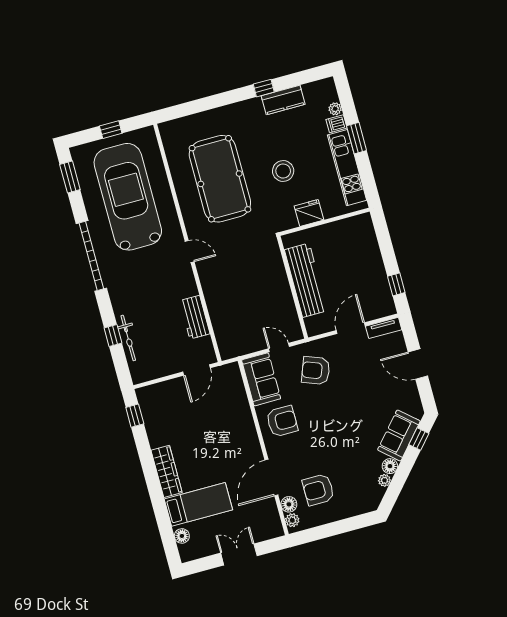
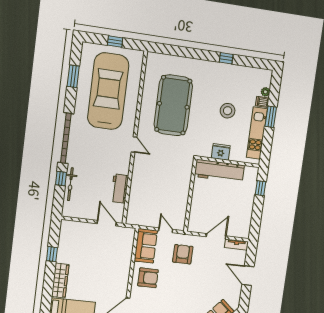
kitchen counter: (283, 100) -> (235, 72), removed
stool: (283, 171) -> (228, 111), moved
window: (70, 177) -> (73, 76), moved
garage door: (91, 256) -> (66, 138), moved
workbench: (306, 280) -> (219, 171), moved, turned 90
window: (396, 284) -> (261, 188), moved
door: (197, 370) -> (107, 223), swing flipped
armchair: (316, 371) -> (183, 254), turned 69
window: (135, 416) -> (52, 254), moved

